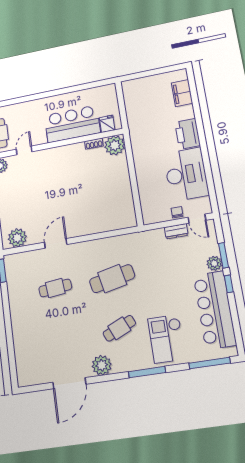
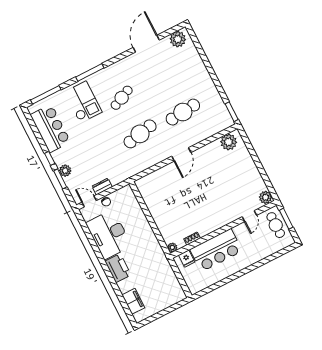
plant: (115, 145) -> (172, 248), width x0.53, depth x0.53
door: (56, 243) -> (181, 154), moved
cafe table: (55, 288) -> (183, 112), width x1.37, depth x1.35
bar counter: (215, 310) -> (50, 128), width x0.73
plant: (102, 365) -> (178, 39), moved

